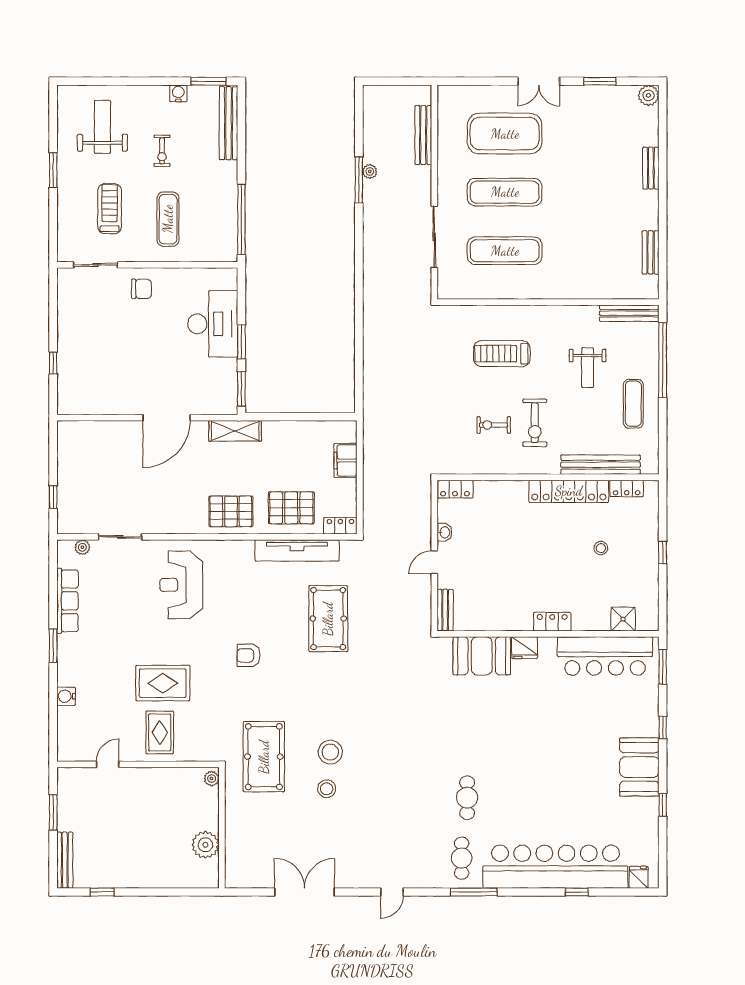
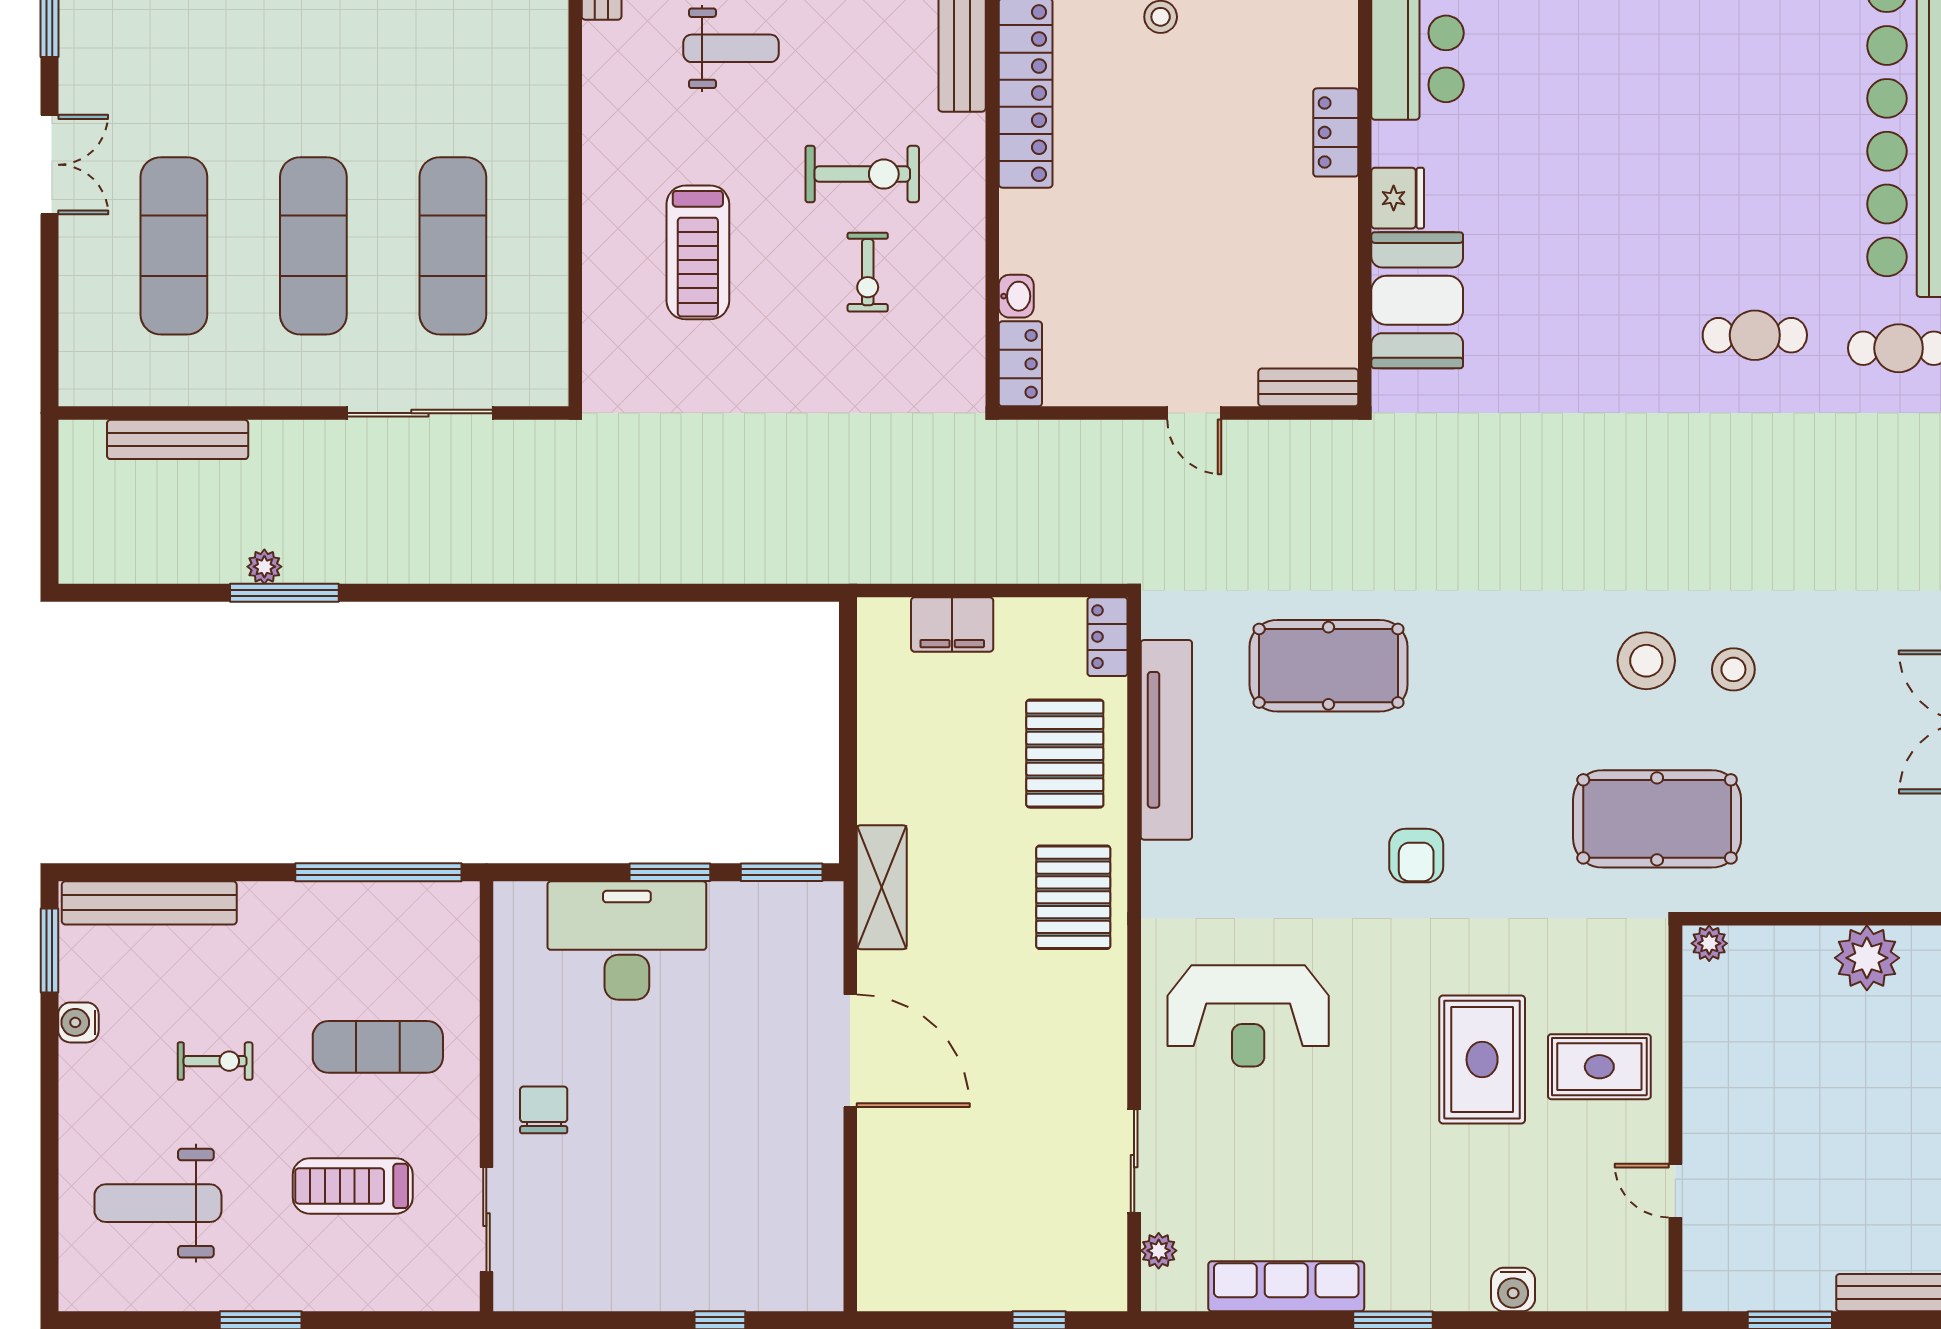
exercise mat: (505, 134) -> (174, 246), width x0.68
washbasin: (444, 532) -> (1016, 296), moved, turned 90

